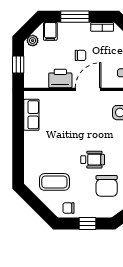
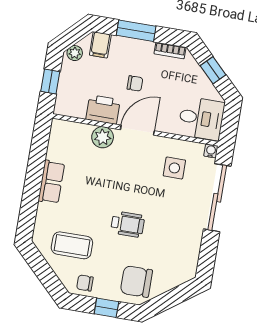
plant: (63, 99) -> (103, 137), added
row of seats: (31, 115) -> (51, 182), moved
chair: (107, 186) -> (136, 281), moved, turned 90

